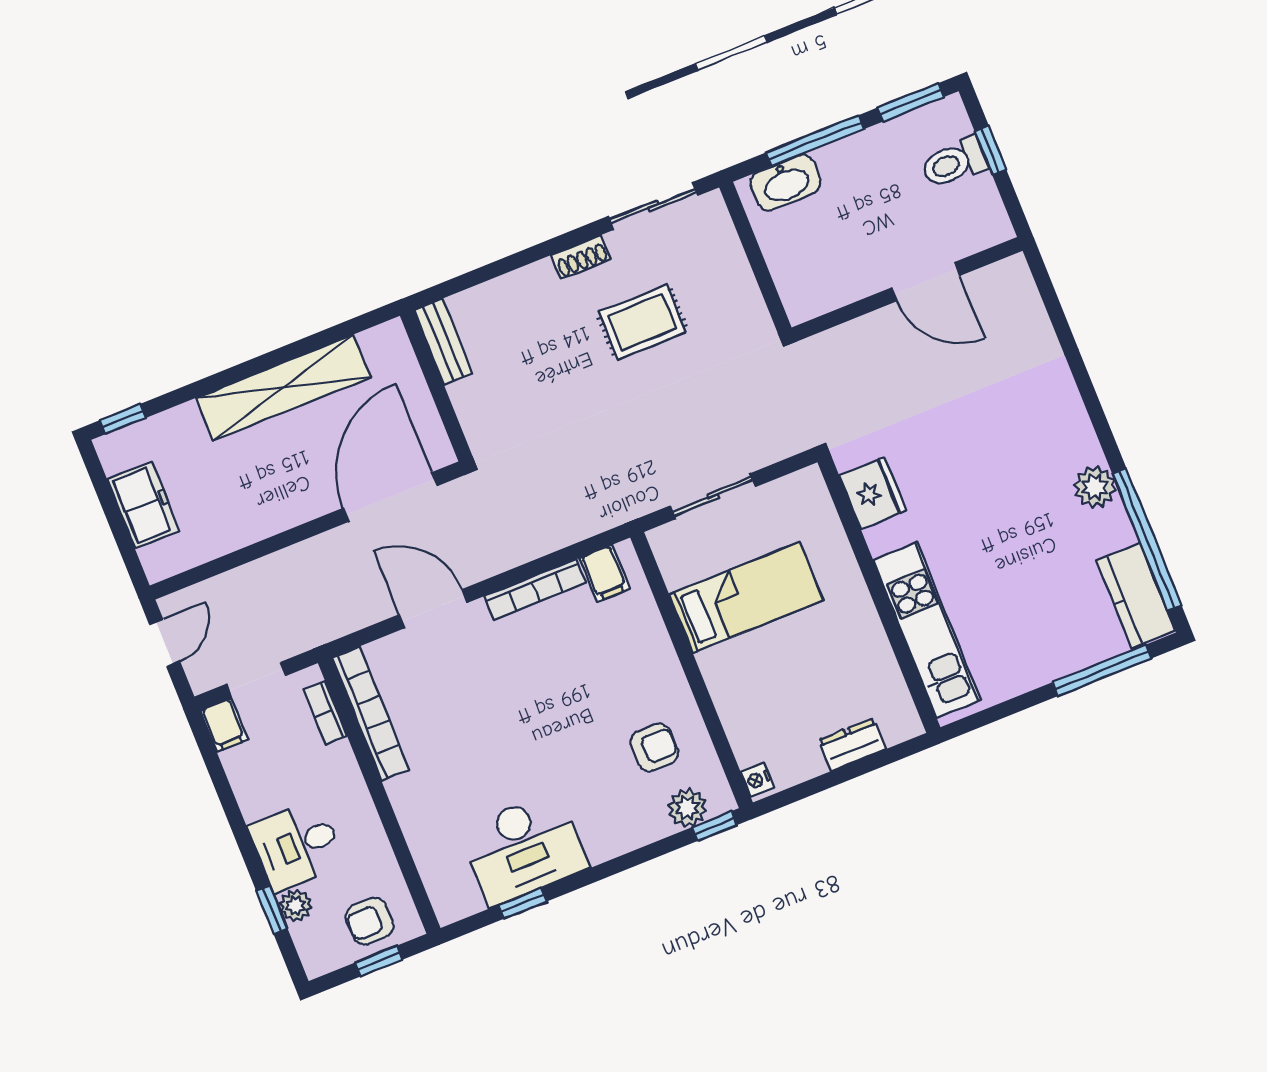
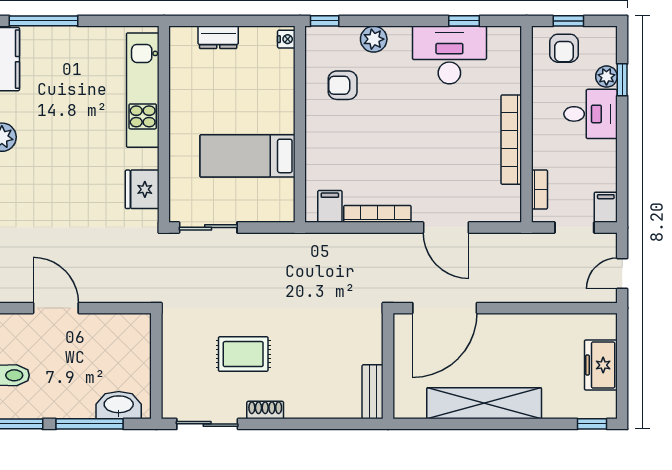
sliding door: (713, 496) -> (208, 227), moved
bookcase: (371, 714) -> (511, 140), moved
plant: (687, 808) -> (374, 39), moved
armchair: (370, 921) -> (564, 48), turned 90

